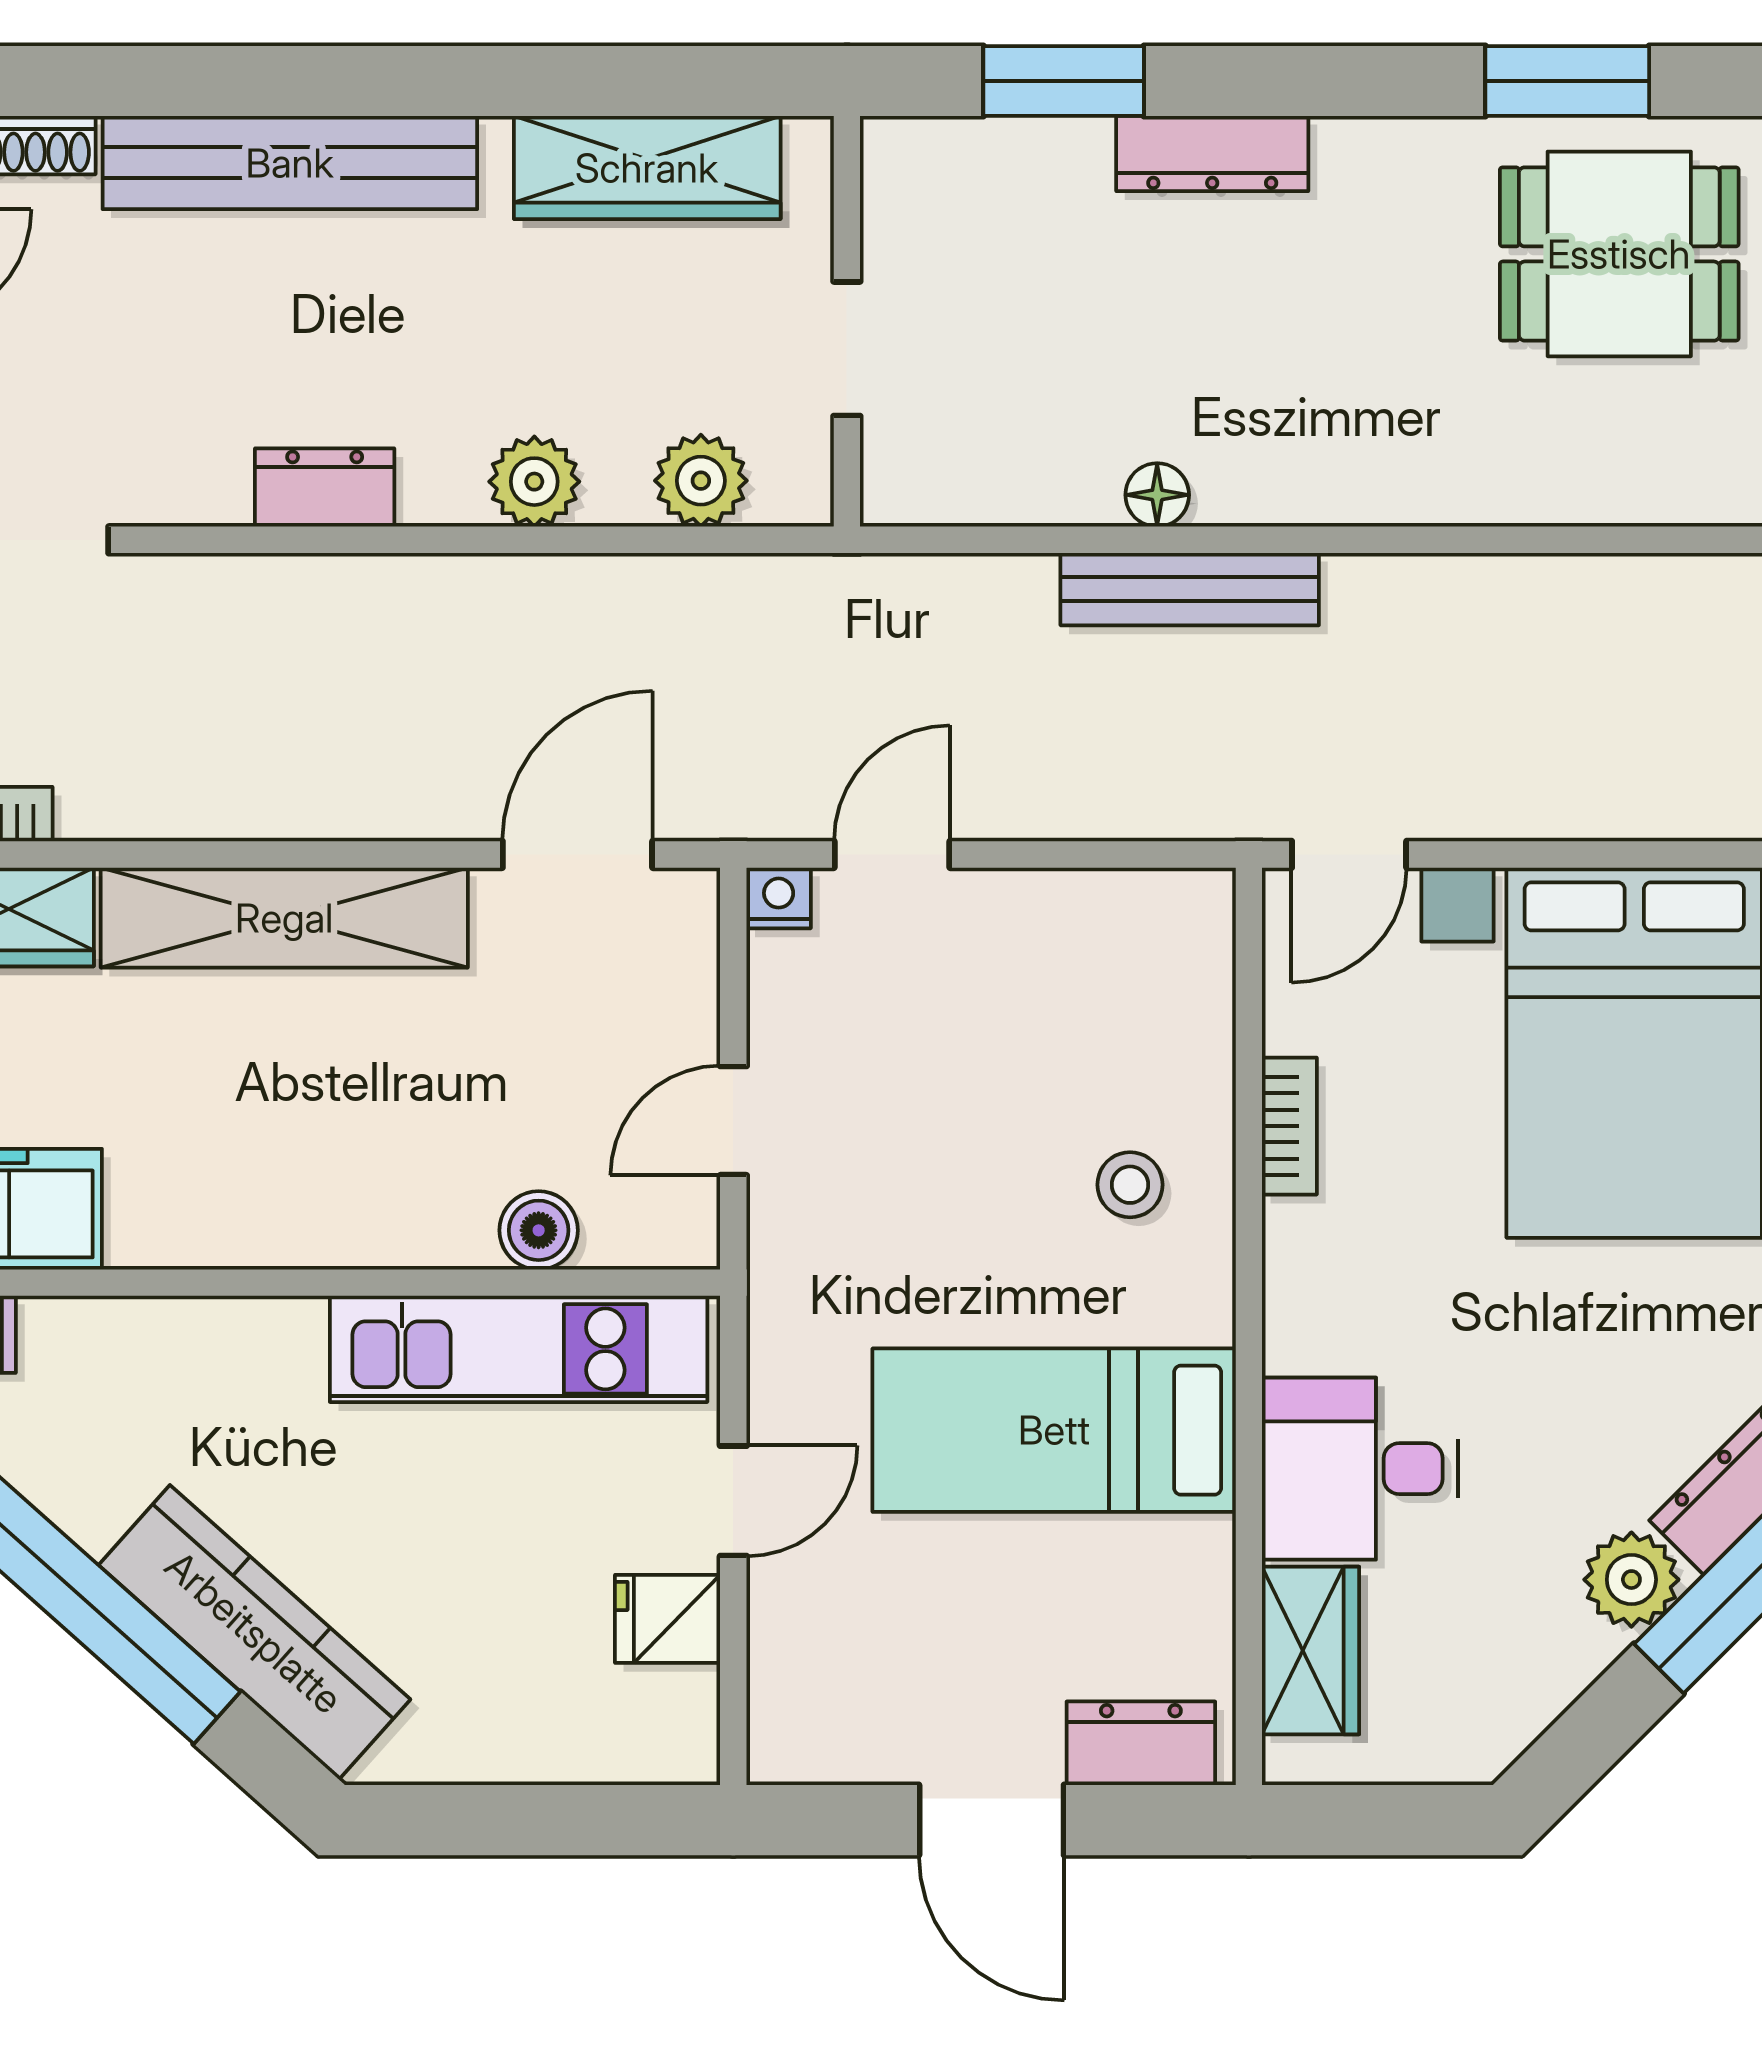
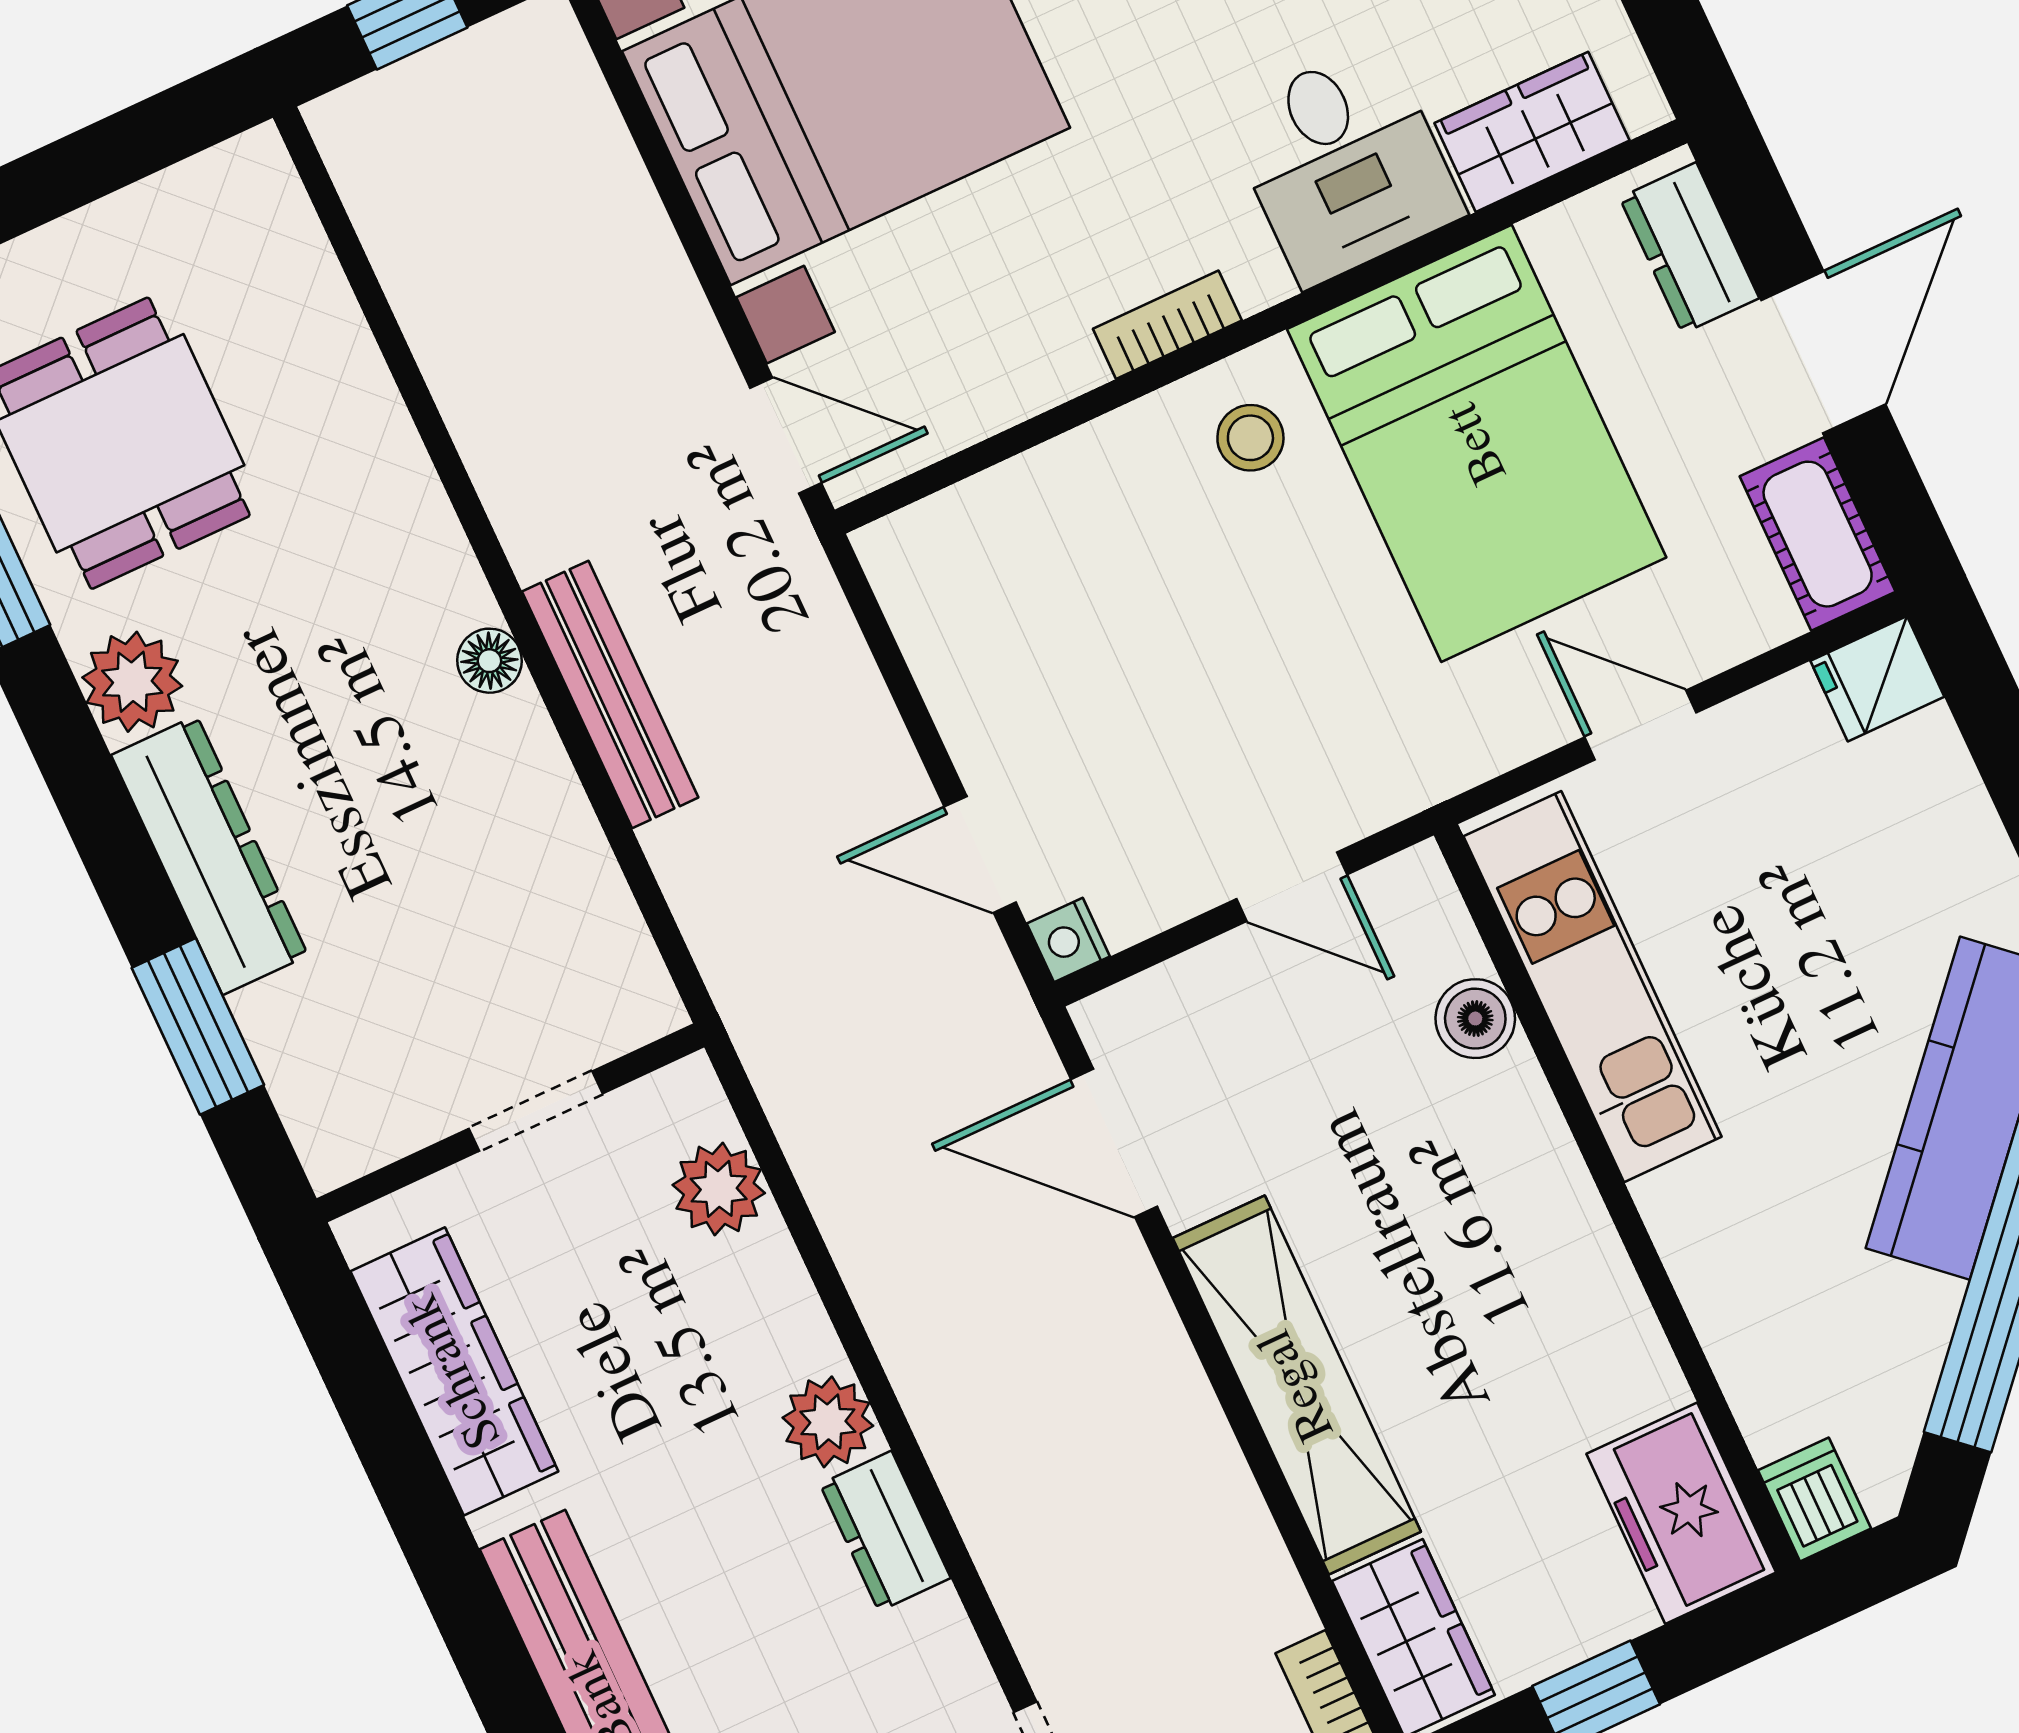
dresser: (1212, 154) -> (210, 855), width x1.37, depth x1.24
plant: (1400, 166) -> (132, 682), added
plant: (534, 482) -> (828, 1422), moved
floor lamp: (1157, 495) -> (489, 661), moved
bookcase: (1289, 1126) -> (1167, 325), moved
stool: (1130, 1185) -> (1250, 438), moved
bed: (1054, 1430) -> (1477, 443), width x1.50
fridge: (668, 1619) -> (1877, 679), moved, turned 90
cot: (831, 1739) -> (1818, 534), added

